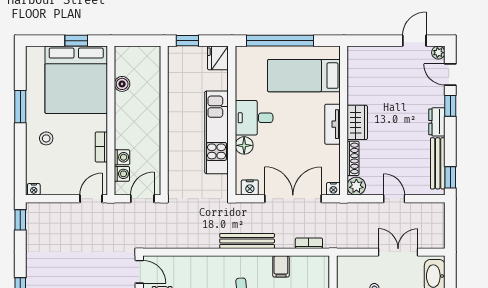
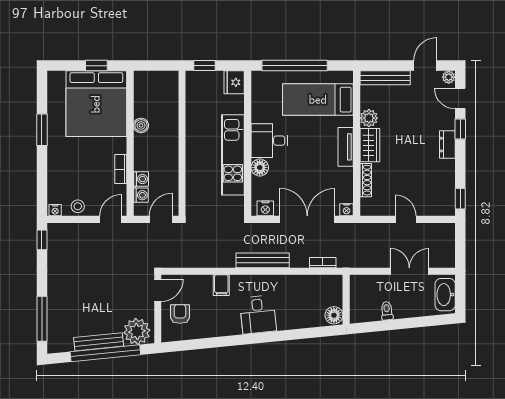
boiler: (122, 84) -> (141, 125), moved
stool: (46, 138) -> (78, 206), moved
bench: (438, 163) -> (385, 78), moved, turned 90
plant: (356, 186) -> (369, 118), moved
filing cabinet: (281, 266) -> (221, 285), moved
door: (139, 272) -> (158, 290), hinge flipped

